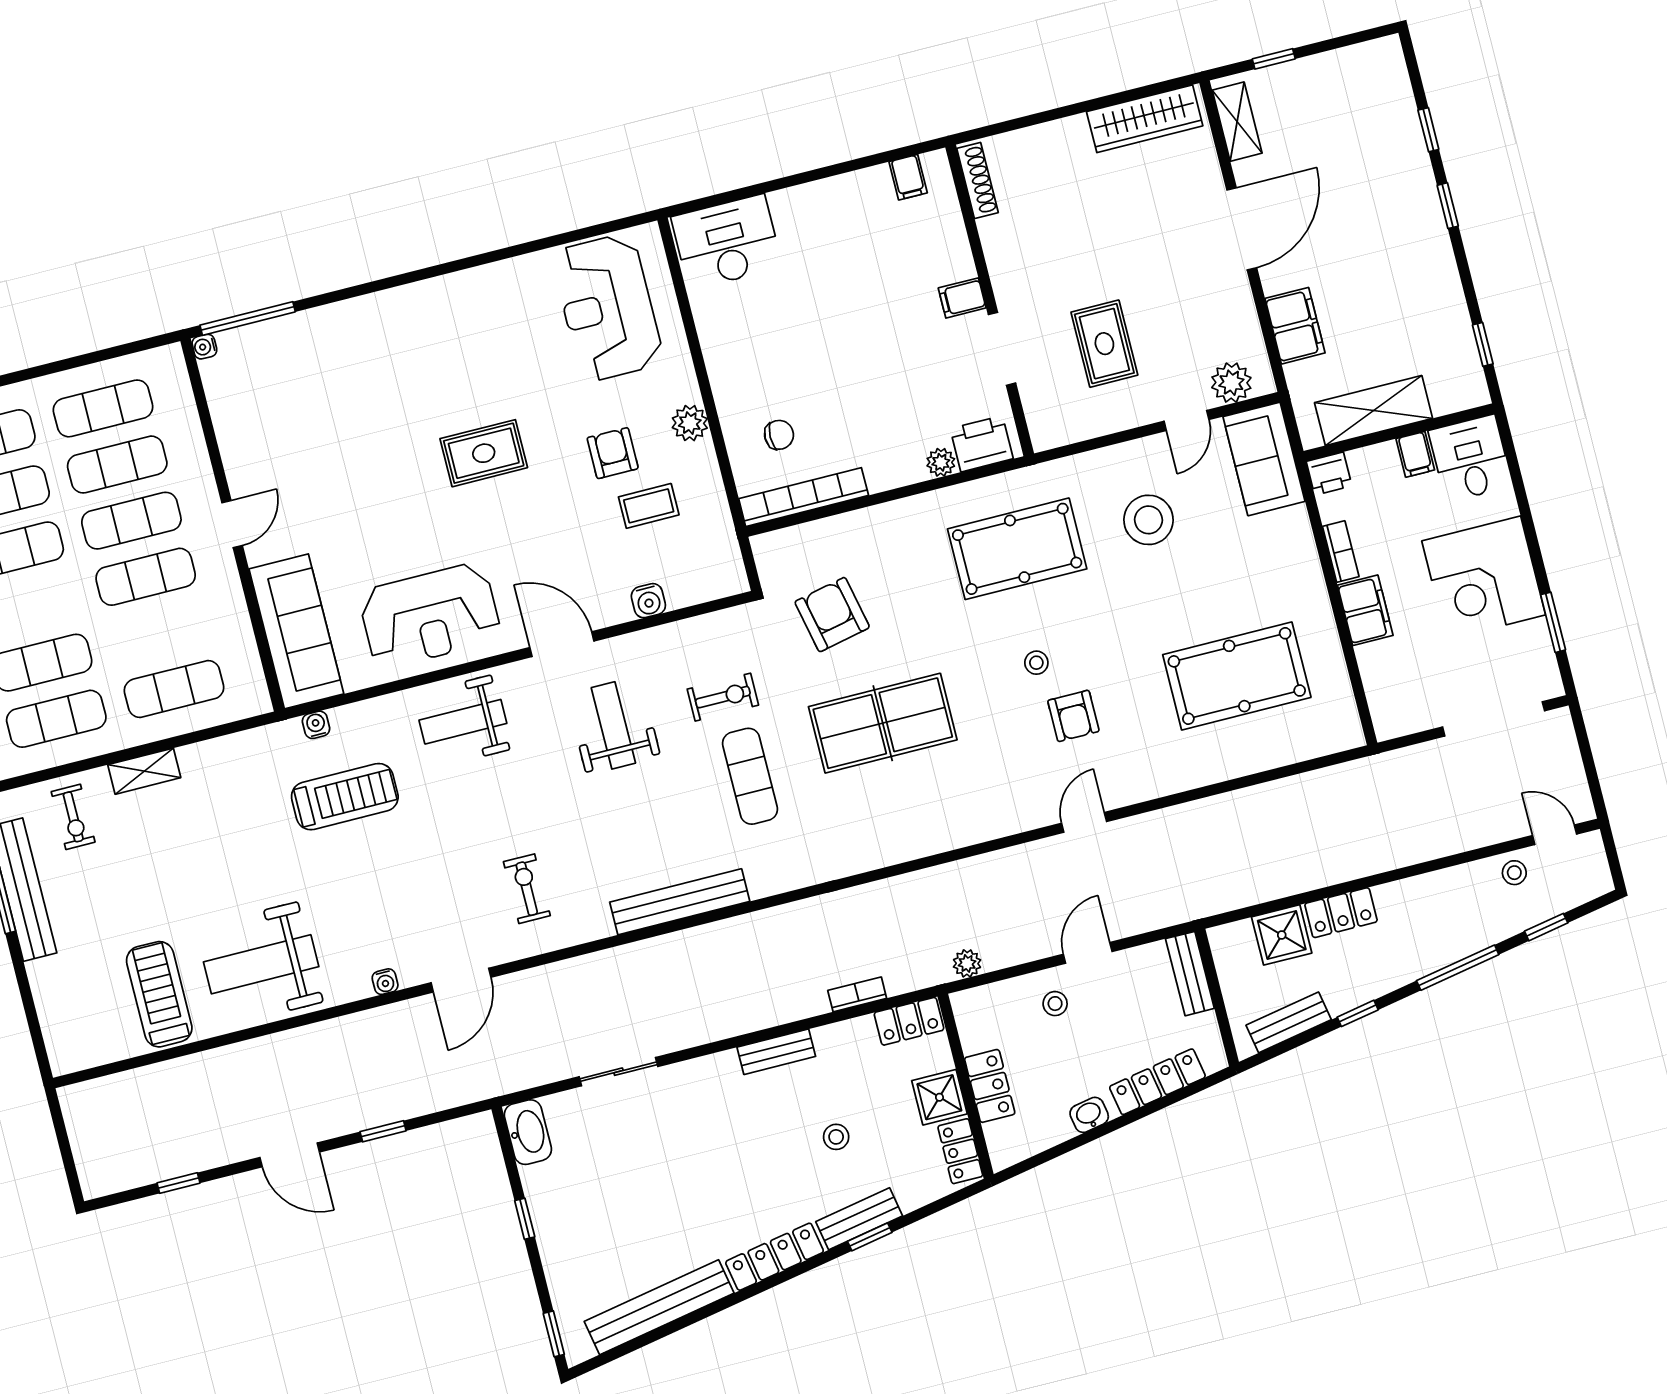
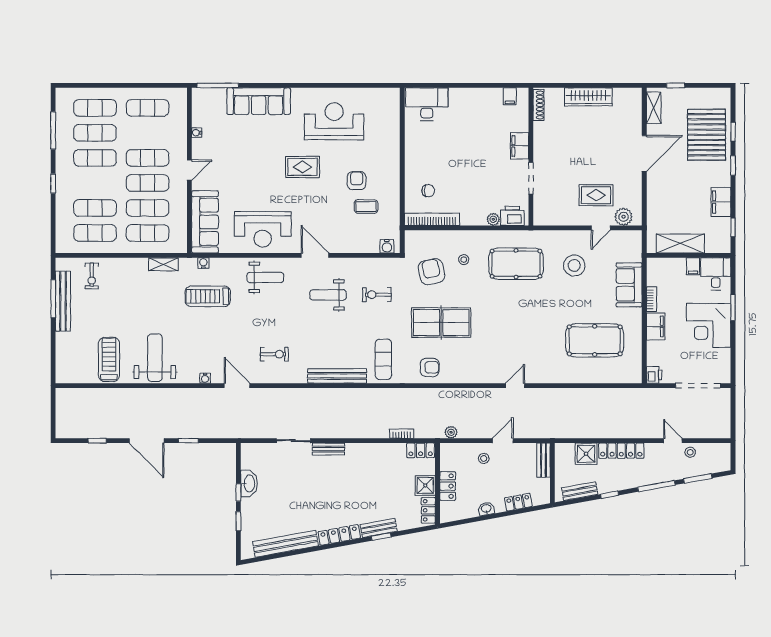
wardrobe: (1145, 119) -> (588, 97), moved
pallet: (1371, 152) -> (707, 135), added
filing cabinet: (962, 298) -> (520, 146), width x2.00
reception desk: (607, 308) -> (334, 121), moved, turned 90
filing cabinet: (1295, 326) -> (721, 202), moved, turned 180
sofa: (348, 331) -> (259, 101), added
rug: (1104, 344) -> (596, 195), moved, turned 90
water cooler: (204, 347) -> (197, 133), moved
plant: (690, 423) -> (392, 176), removed
sofa: (1264, 459) -> (629, 285), moved
exercise mat: (117, 465) -> (148, 208), moved
printer: (1329, 474) -> (654, 375), moved, turned -90
water cooler: (648, 601) -> (387, 246), moved
window: (1553, 622) -> (733, 307), moved
stool: (1036, 663) -> (464, 260), moved
exercise bike: (723, 697) -> (377, 295), turned 180
armchair: (1073, 716) -> (430, 367), moved, turned -90
weight bench: (463, 722) -> (265, 277), turned 180
weight bench: (613, 725) -> (328, 295), turned -90
shelving: (144, 771) -> (163, 264), moved
exercise mat: (750, 776) -> (383, 359), moved
treadmill: (345, 797) -> (208, 296), turned 180
door: (1555, 835) -> (673, 441), moved
exercise bike: (527, 889) -> (274, 354), turned 90
locker: (1341, 913) -> (621, 451), width x1.53
window: (1546, 927) -> (698, 478), width x1.50
weight bench: (261, 964) -> (155, 358), turned 90
door: (461, 980) -> (237, 386), swing flipped
bench: (776, 1052) -> (328, 449), moved
locker: (1157, 1082) -> (518, 502), width x0.66
washbasin: (528, 1132) -> (249, 483), moved
stool: (836, 1137) -> (378, 491), removed
door: (290, 1155) -> (147, 441), width x1.36
window: (554, 1334) -> (238, 521), moved

